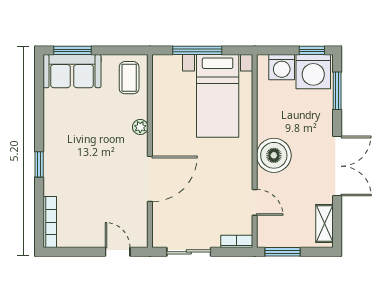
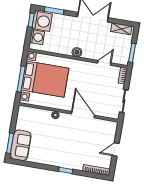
coffee table: (129, 78) -> (29, 117), removed
bed with nightstands: (218, 96) -> (45, 79), width x1.36
boiler: (274, 155) -> (77, 52), width x0.54, depth x0.54
door: (118, 252) -> (116, 149), moved

